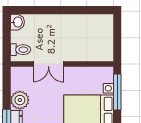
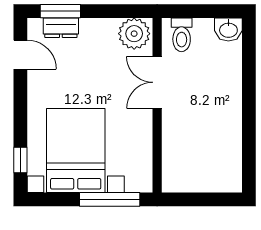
plant: (20, 100) -> (134, 34), moved

